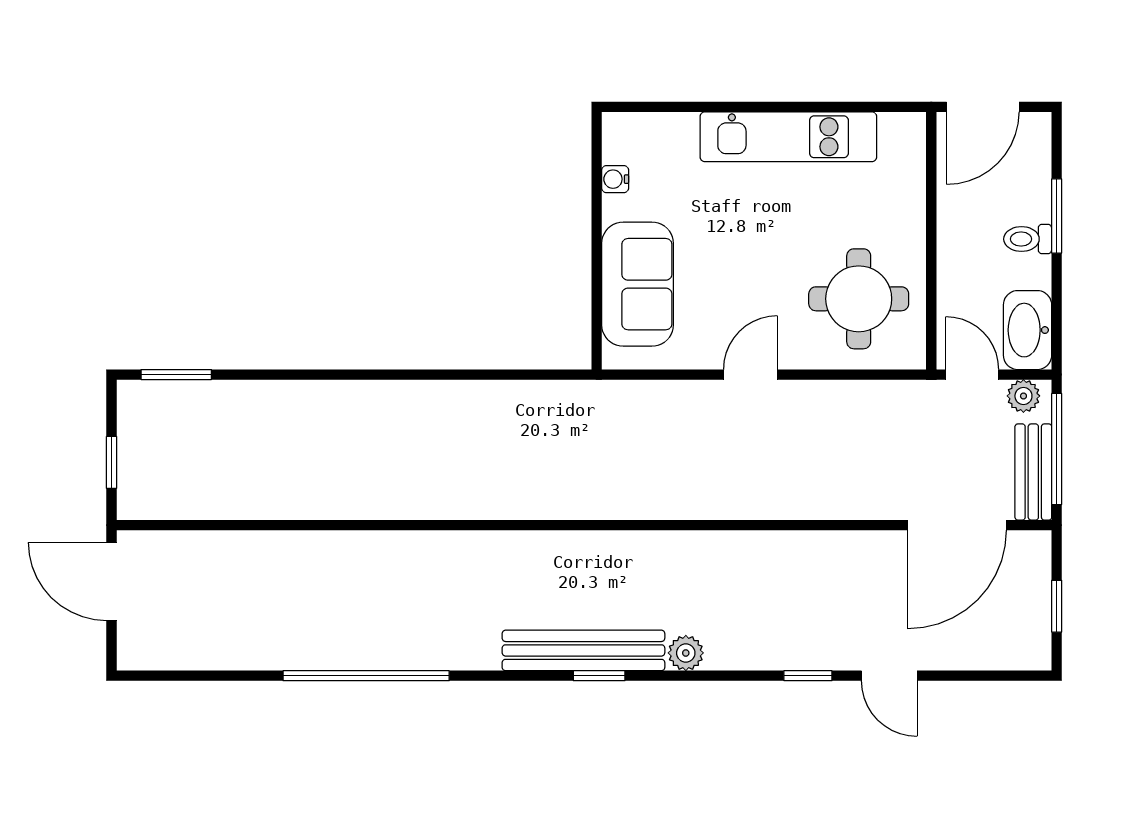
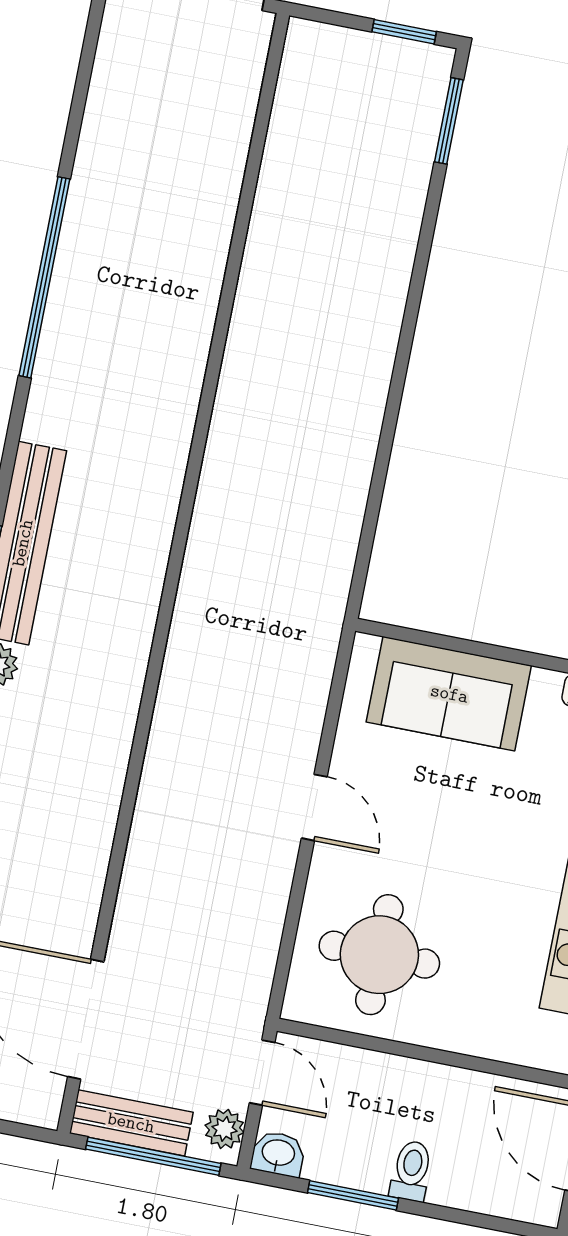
window: (1057, 216) -> (353, 1195), moved
washbasin: (1028, 330) -> (278, 1154), width x0.52, depth x0.69
door: (972, 375) -> (262, 1073), hinge flipped
window: (112, 462) -> (404, 32), moved

